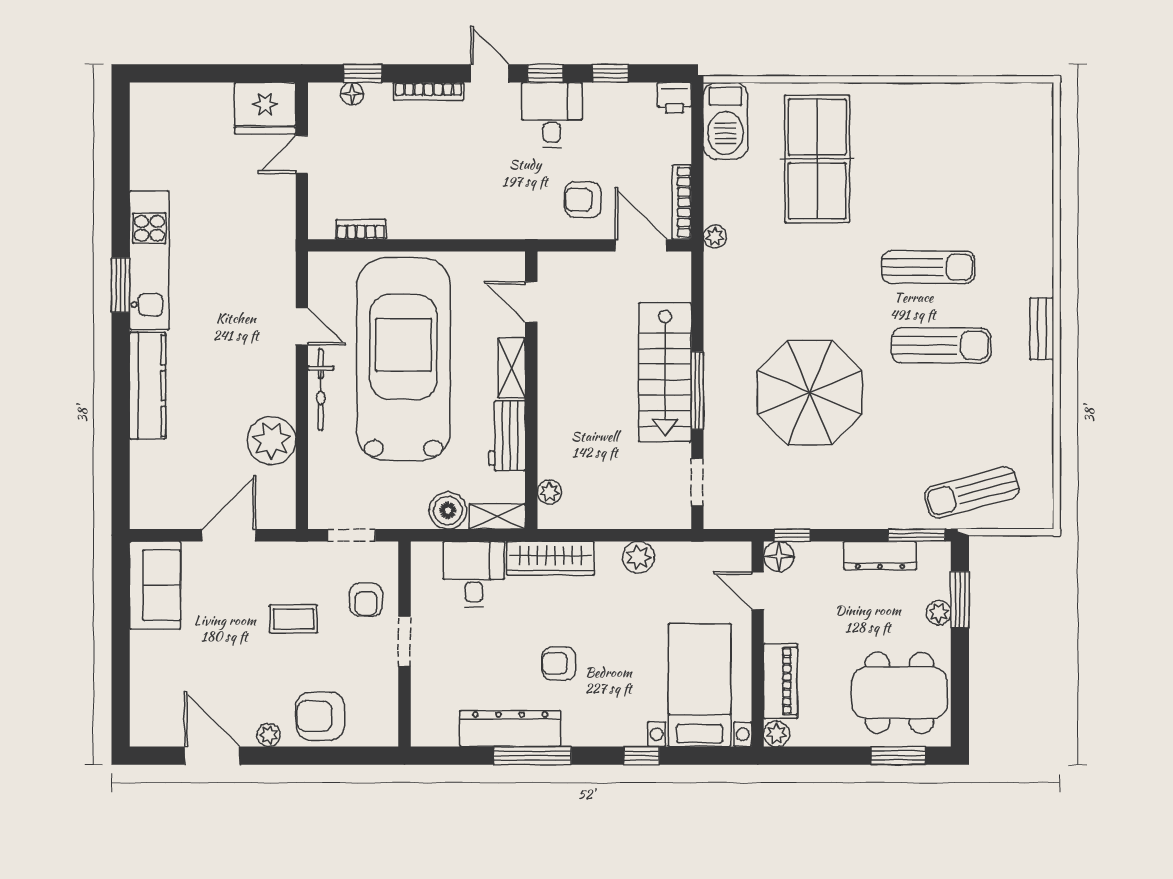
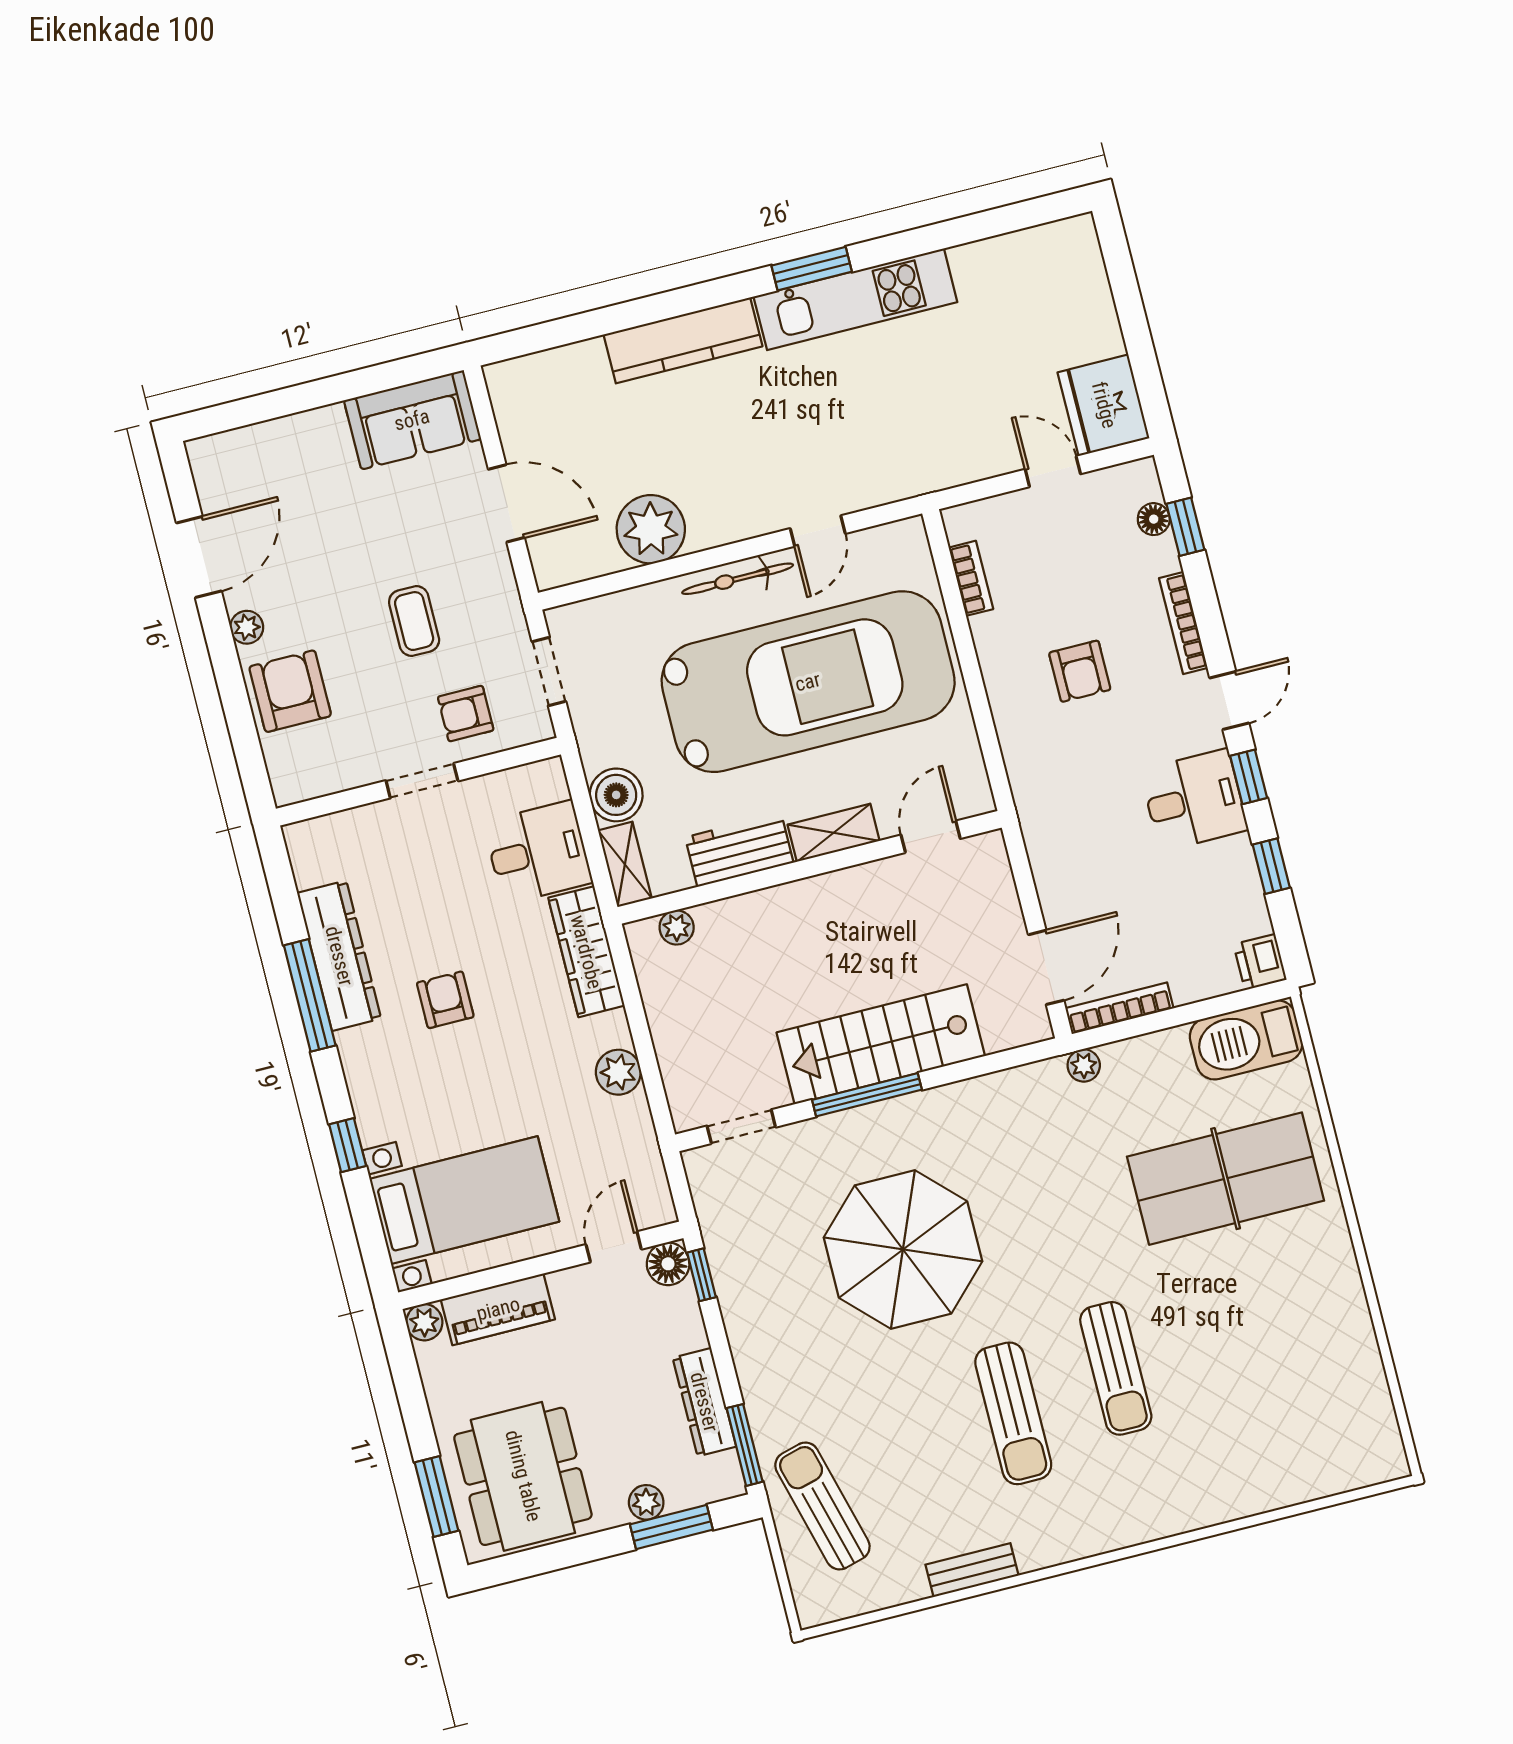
armchair: (583, 200) -> (1080, 671), moved, turned 180
bench: (1042, 329) -> (972, 1570), moved

